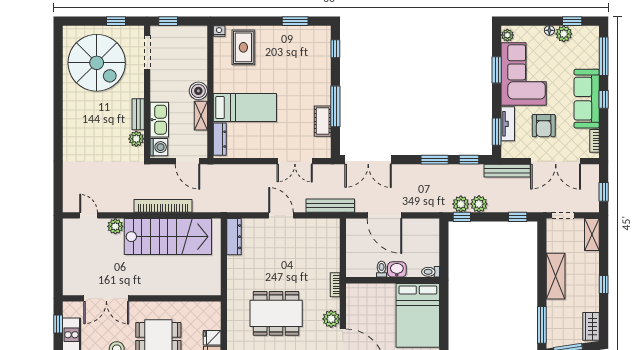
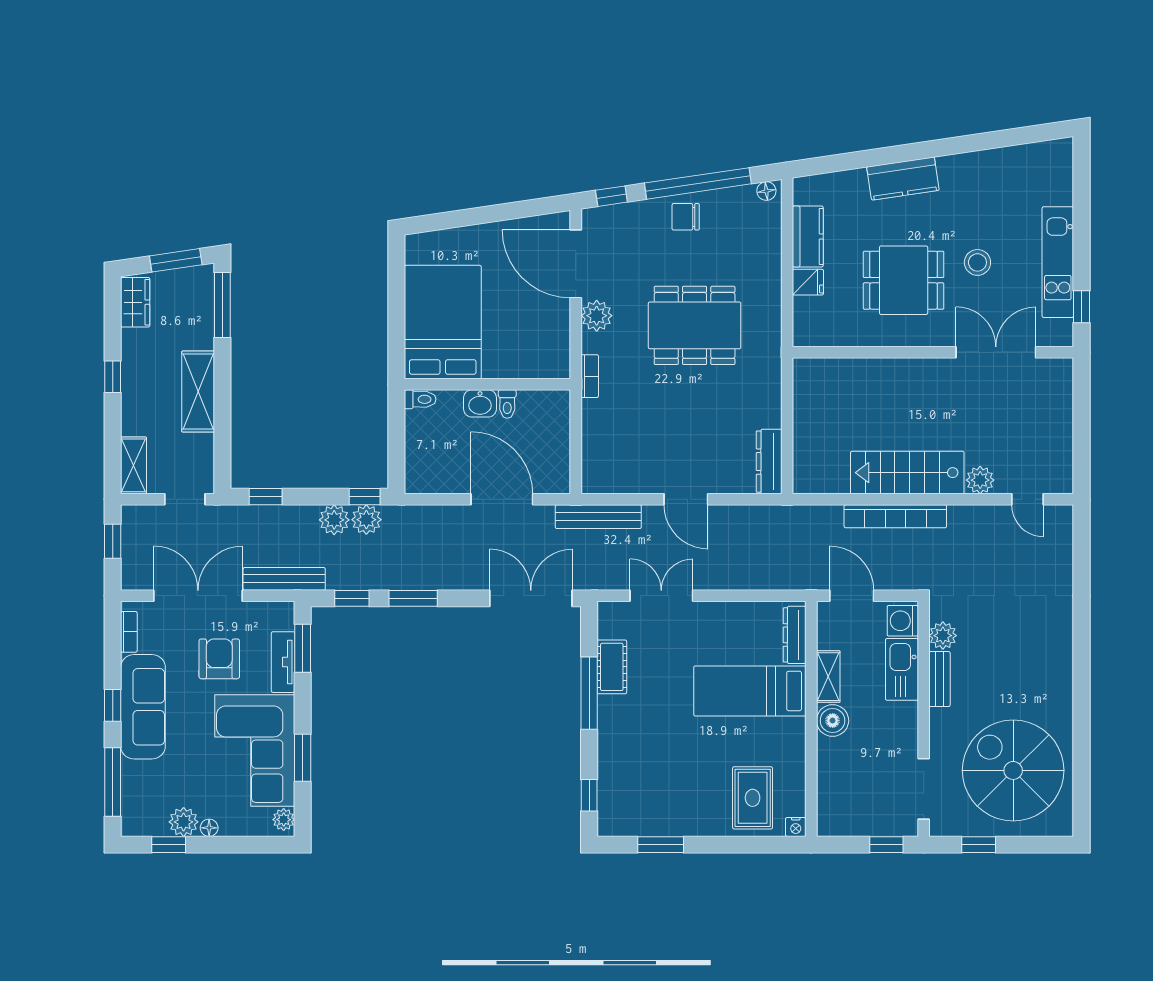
stairs: (168, 237) -> (907, 473), width x0.73, depth x0.66

